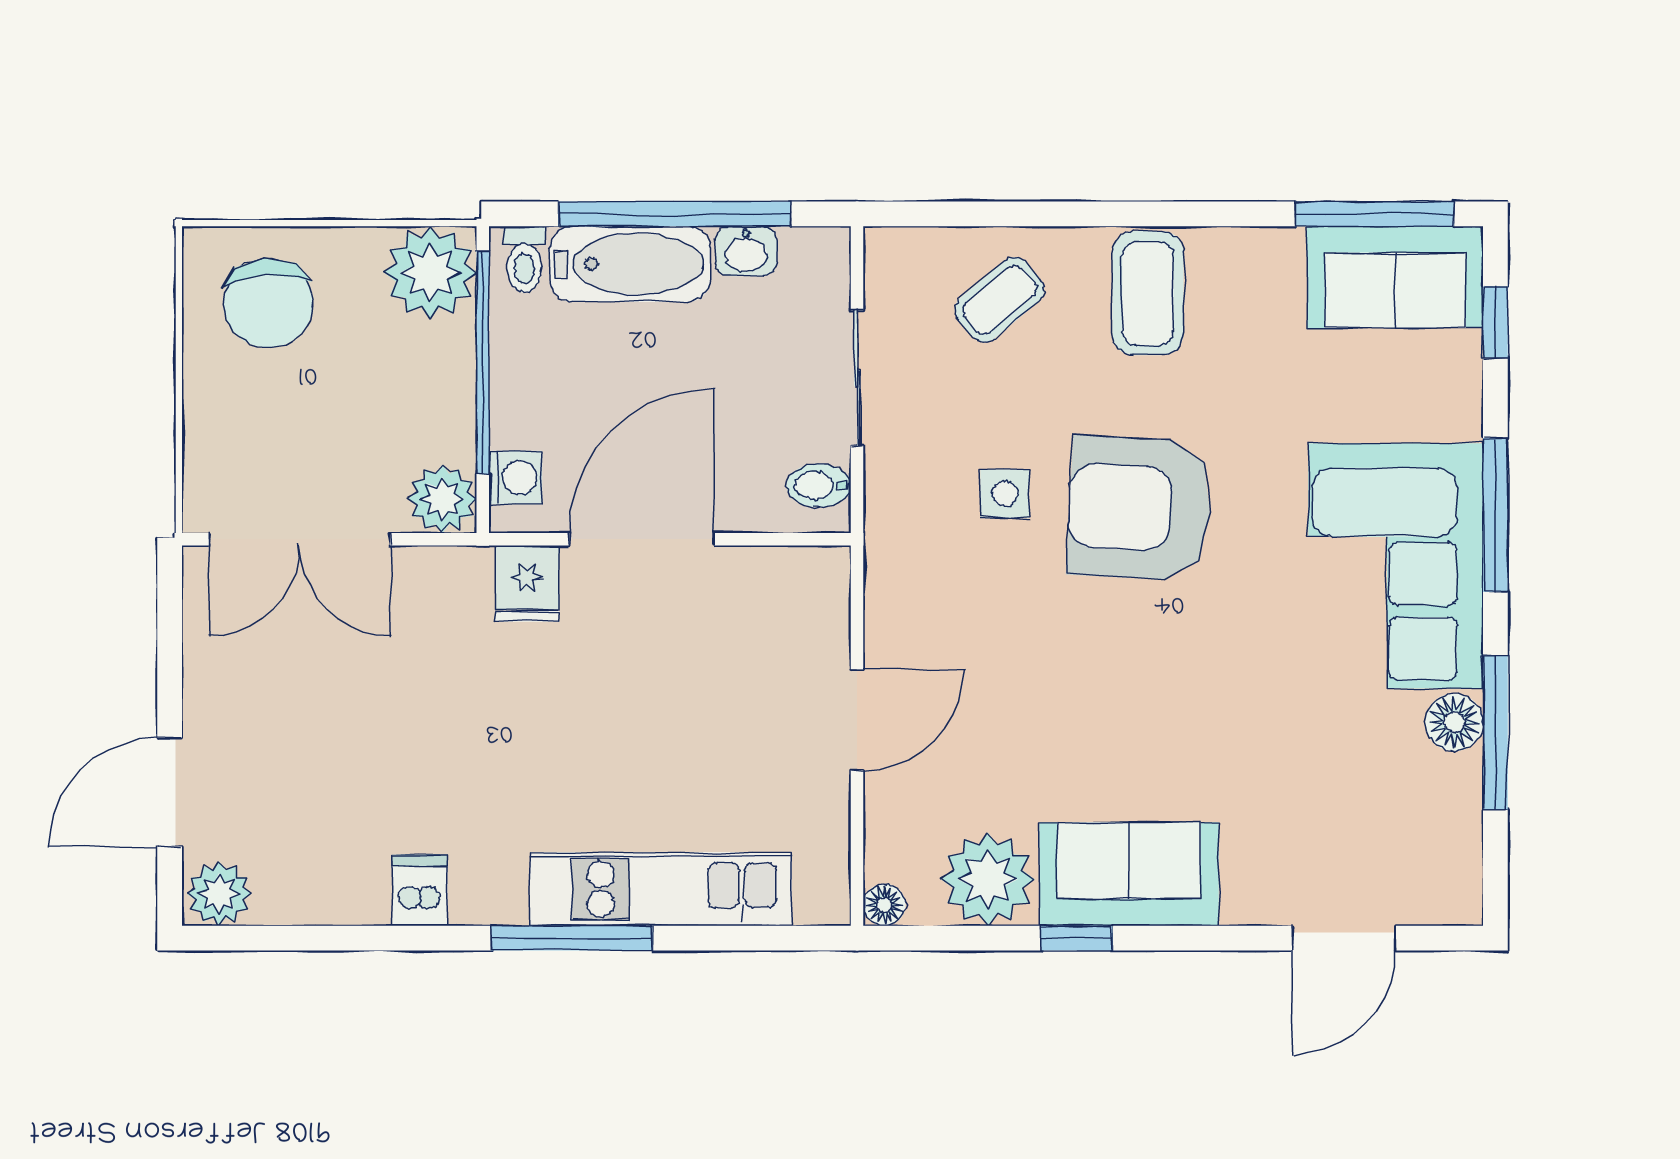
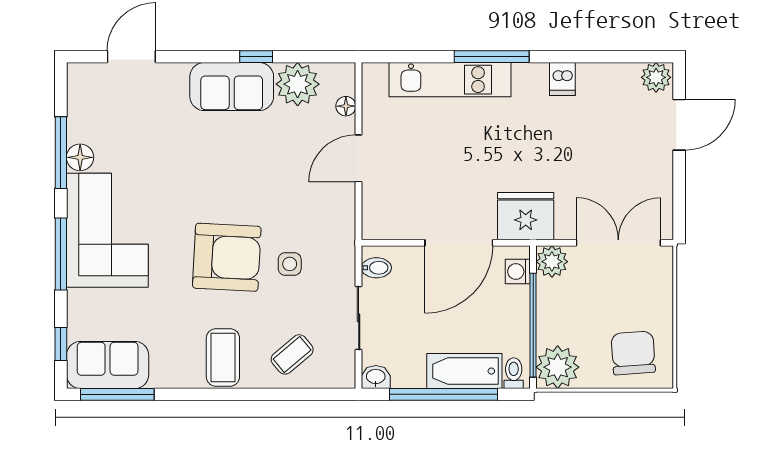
washbasin: (746, 251) -> (376, 377), moved
fridge: (527, 583) -> (526, 216), width x1.88, depth x1.34
floor lamp: (884, 905) -> (346, 106), moved

